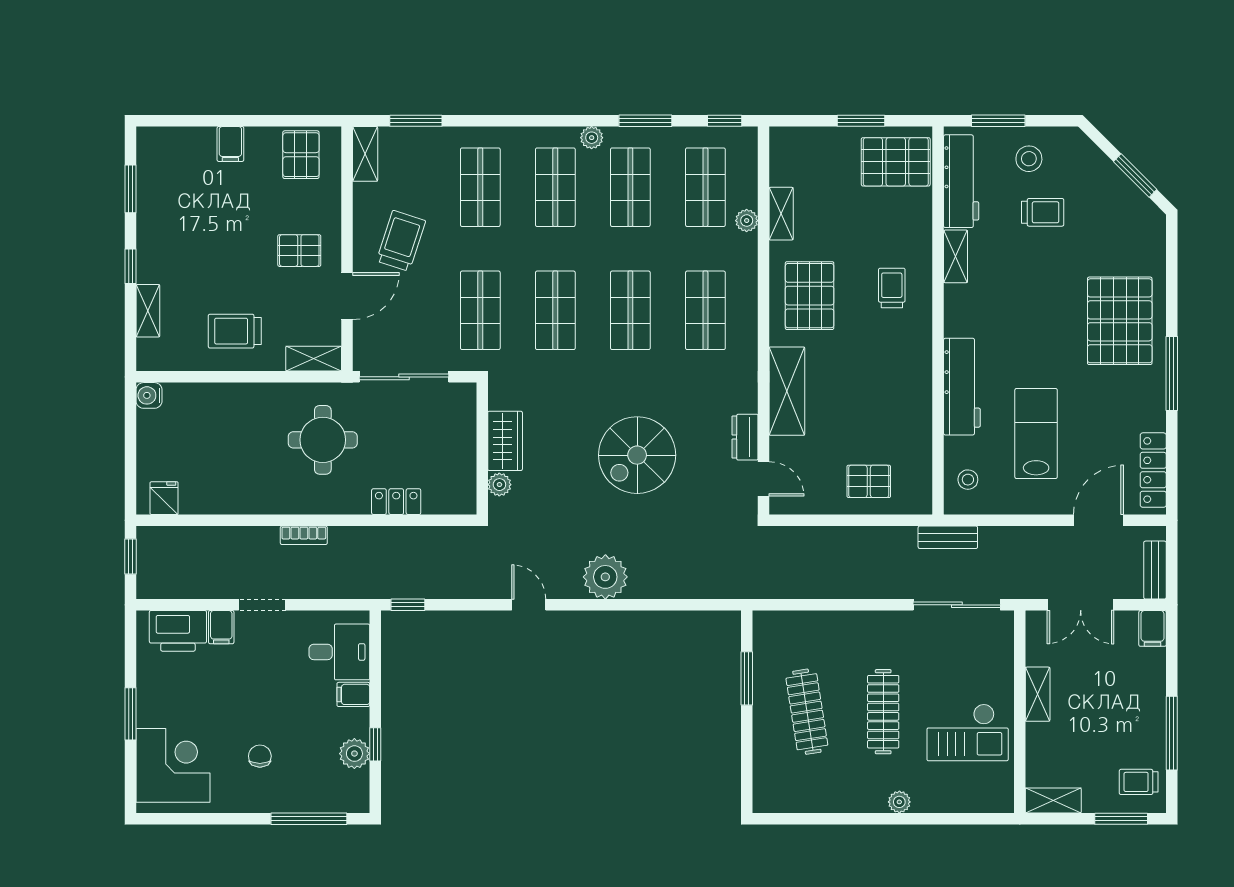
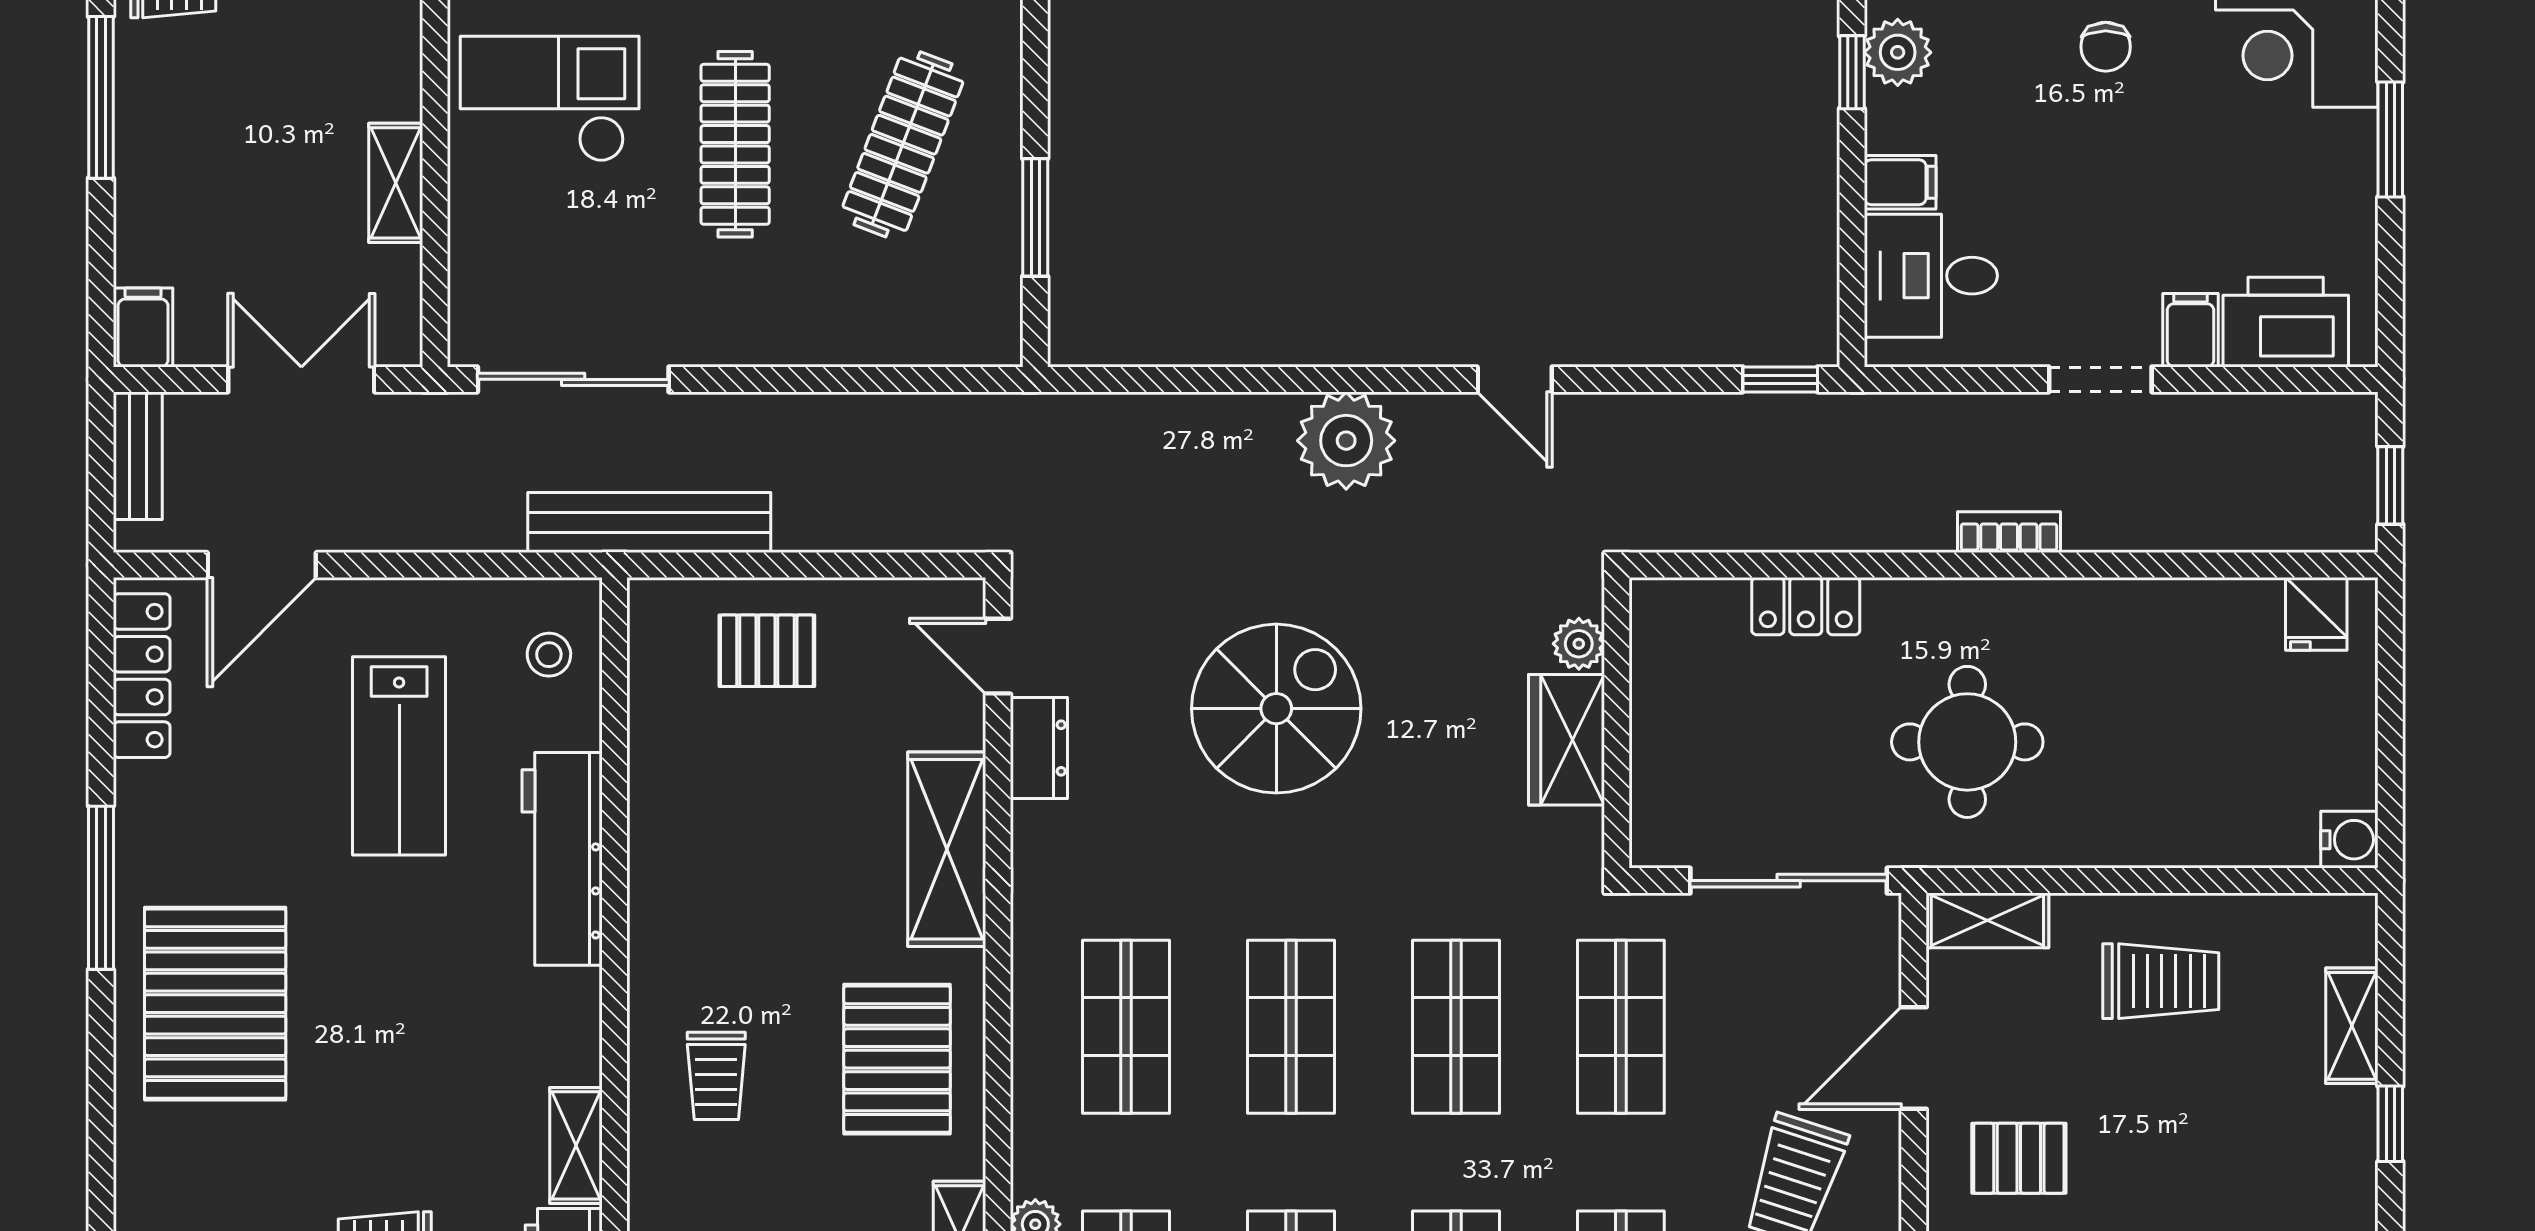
bench: (948, 537) -> (649, 522), width x1.86, depth x1.21
clothes rail: (807, 712) -> (903, 144), turned 30

